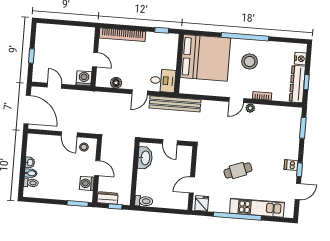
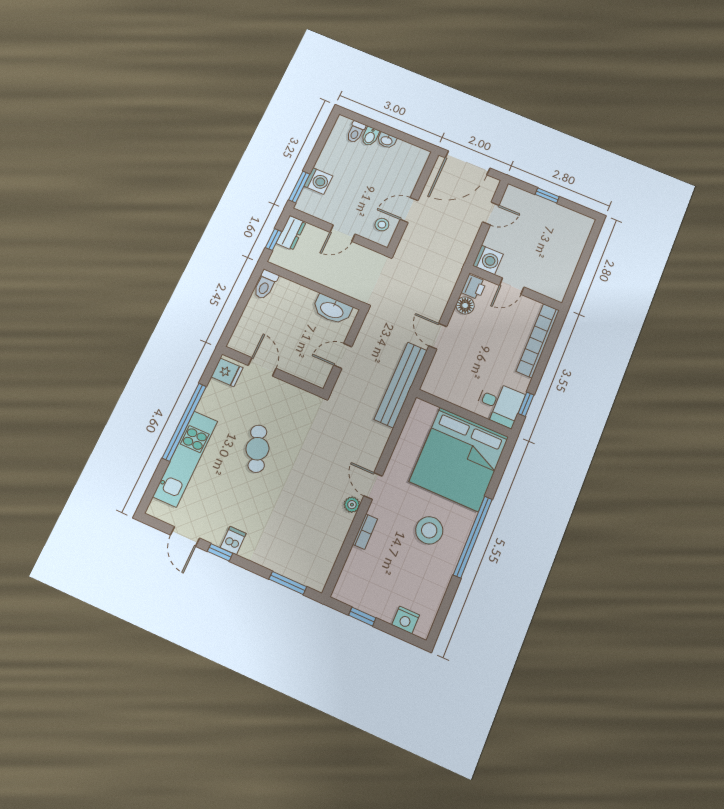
printer: (103, 81) -> (474, 287), added
desk: (163, 81) -> (499, 404), moved, turned -90
dresser: (297, 84) -> (365, 599), removed
washing machine: (87, 183) -> (318, 181), moved, turned 90

